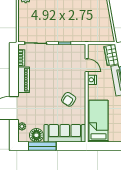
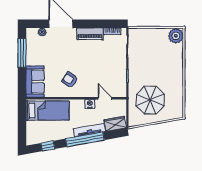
parasol: (88, 21) -> (150, 100), added
door: (87, 65) -> (105, 98), swing flipped
sofa: (65, 133) -> (35, 82), width x0.73
floor lamp: (36, 135) -> (33, 47), removed

